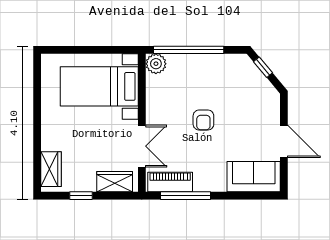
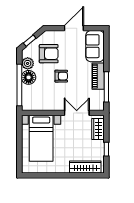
plant: (156, 64) -> (28, 63), moved
floor lamp: (201, 65) -> (29, 77), added
armchair: (241, 99) -> (49, 54), added
wardrobe: (51, 169) -> (85, 167), width x1.50
piano: (170, 182) -> (98, 76), moved

